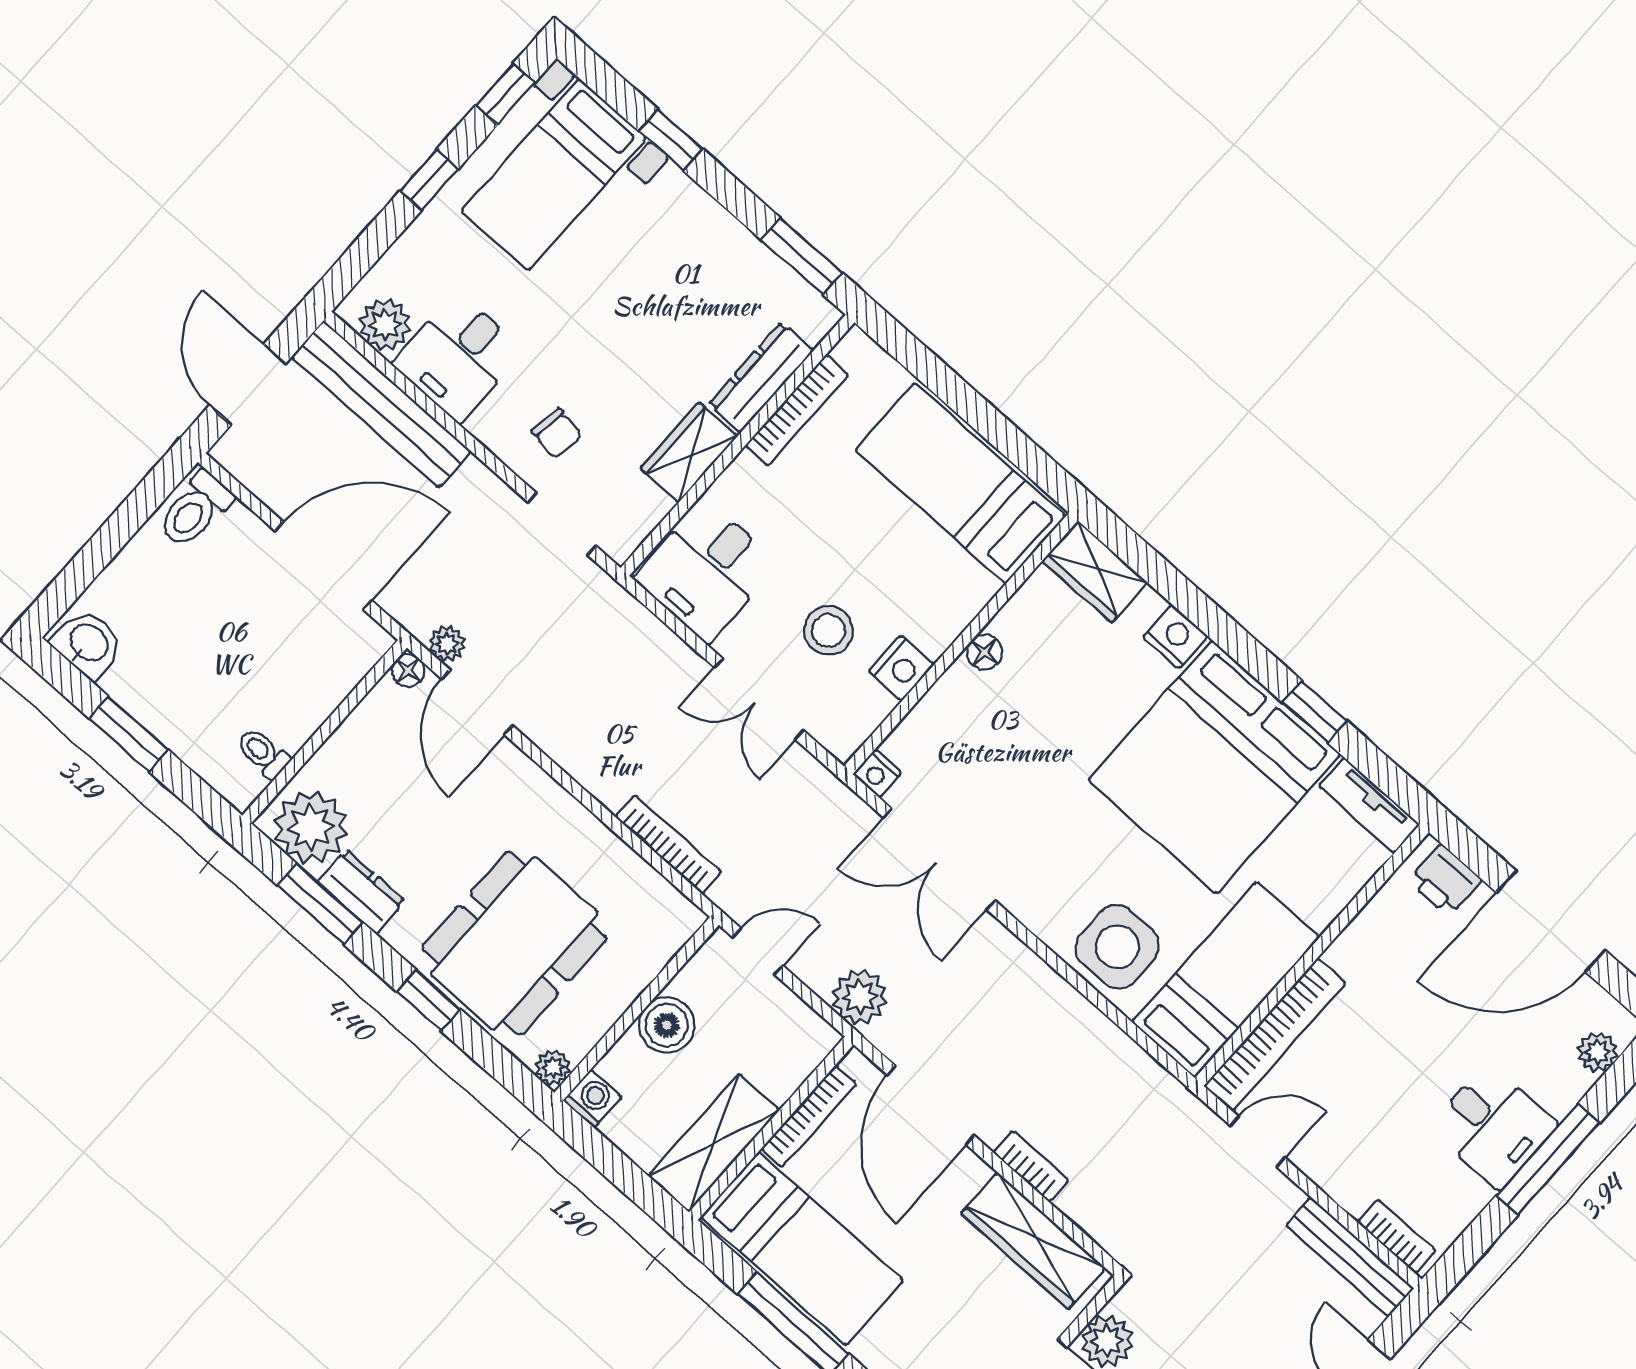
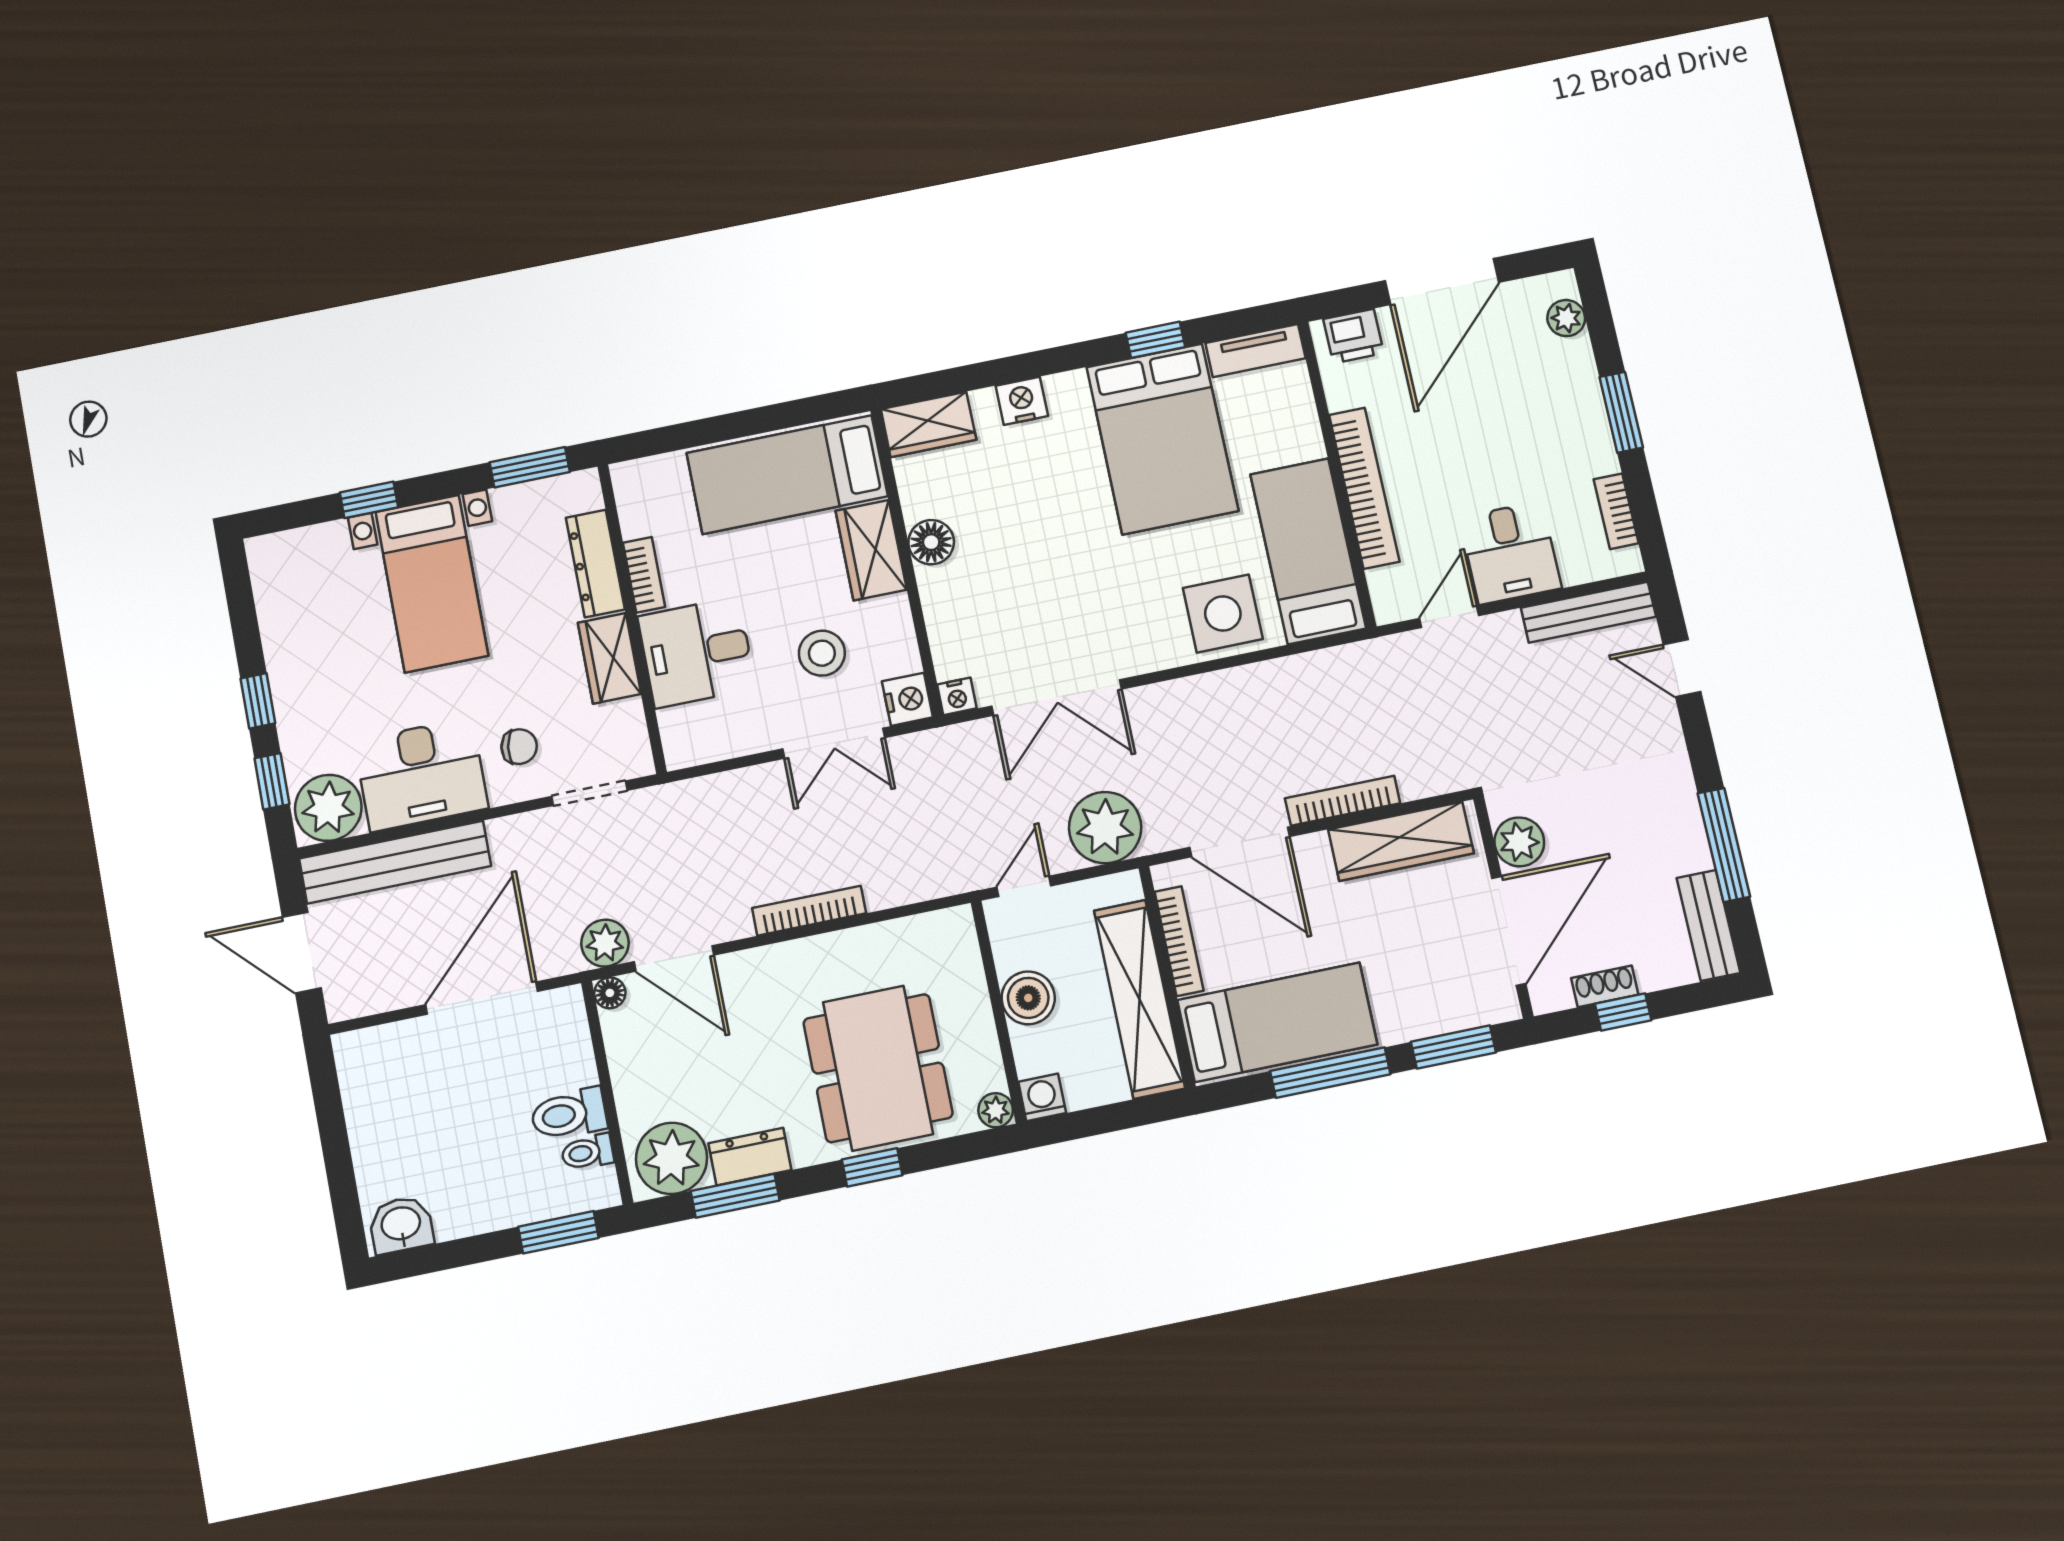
window: (505, 94) -> (272, 781), moved
bed with nightstands: (554, 174) -> (432, 584), moved
plant: (385, 325) -> (328, 808), width x1.36, depth x1.36
desk: (458, 357) -> (421, 775), width x1.37
bookcase: (797, 410) -> (644, 575), width x0.64
toilet: (195, 510) -> (569, 1114), moved, turned 90
desk: (706, 571) -> (697, 652), moved, turned 90
wardrobe: (949, 605) -> (871, 550), added
plant: (447, 644) -> (605, 943), width x1.38, depth x1.38
floor lamp: (984, 652) -> (931, 542), width x1.37, depth x1.37
nightstand: (901, 668) -> (907, 699), moved
window: (129, 734) -> (558, 1232), moved
bed: (1214, 767) -> (1162, 439), width x0.73
bookcase: (668, 844) -> (809, 911), moved
plant: (860, 997) -> (1105, 828), width x1.36, depth x1.36
bookcase: (1275, 1035) -> (1364, 488), moved
desk: (1493, 1126) -> (1510, 553), moved, turned 90
shelving: (714, 1143) -> (1139, 999), width x1.47
window: (1548, 1159) -> (1621, 412), width x0.69
bookcase: (1031, 1166) -> (1343, 801), width x1.56
bookcase: (1396, 1236) -> (1616, 511), moved, turned -90

